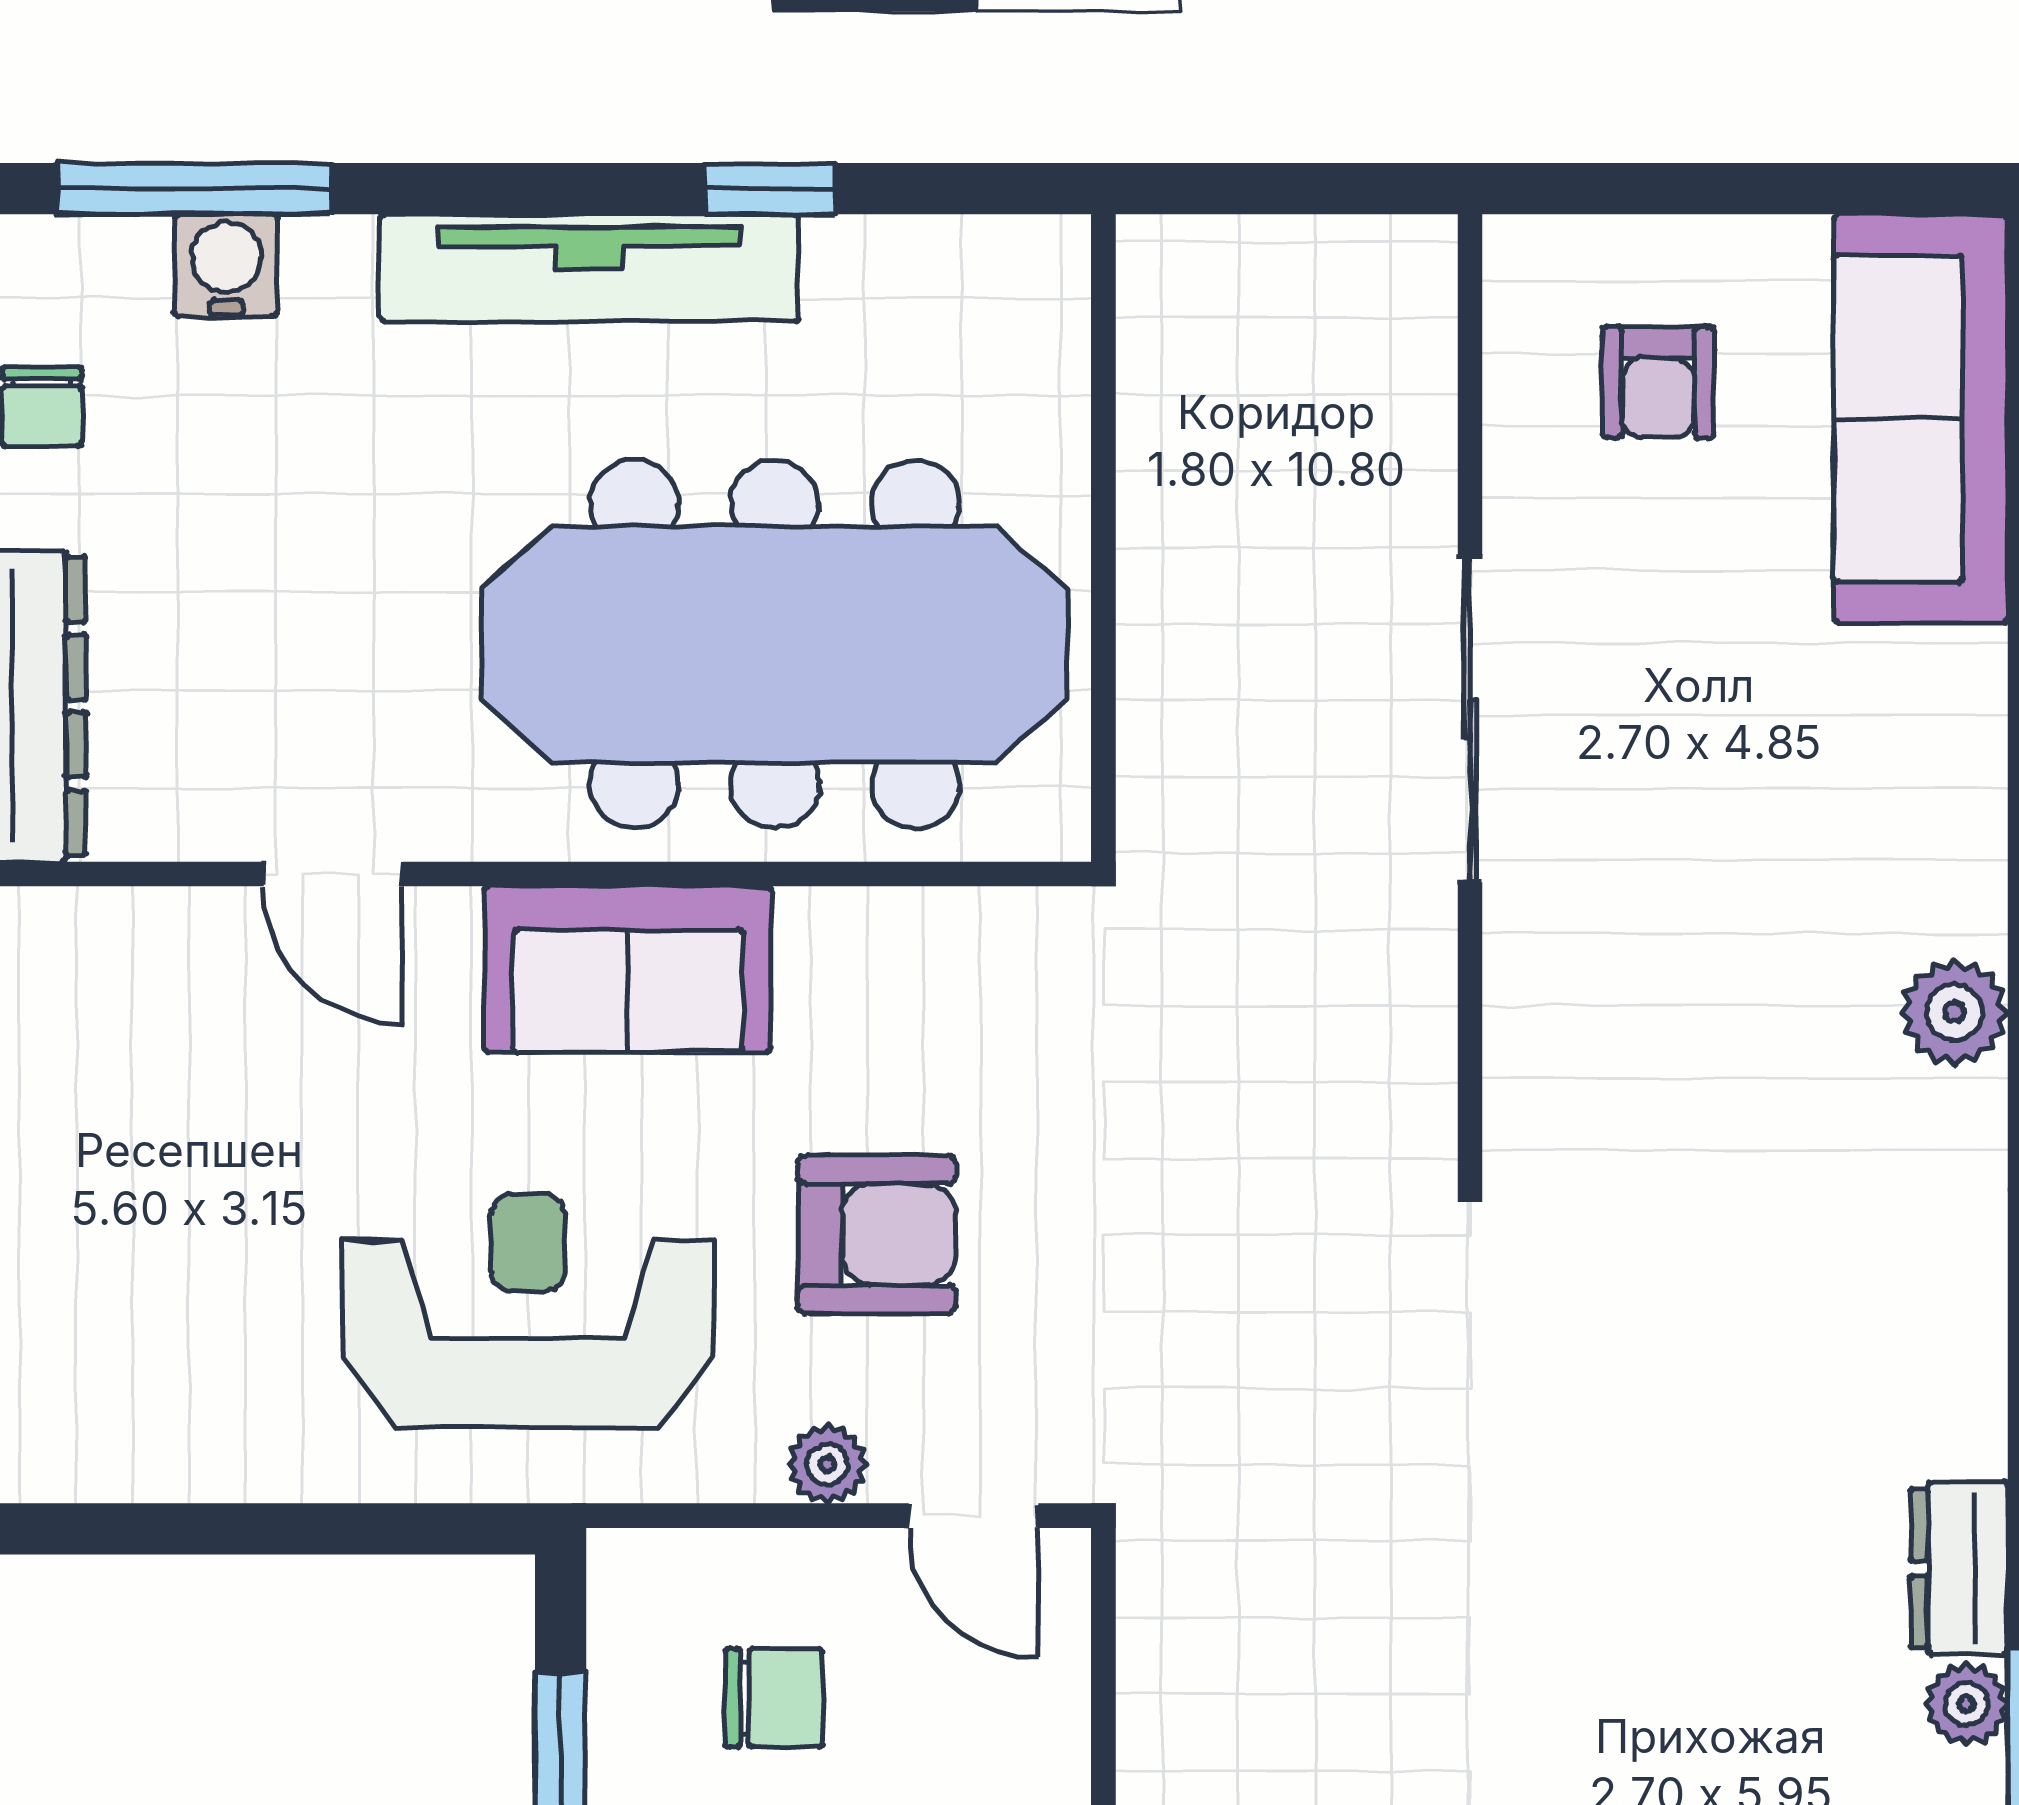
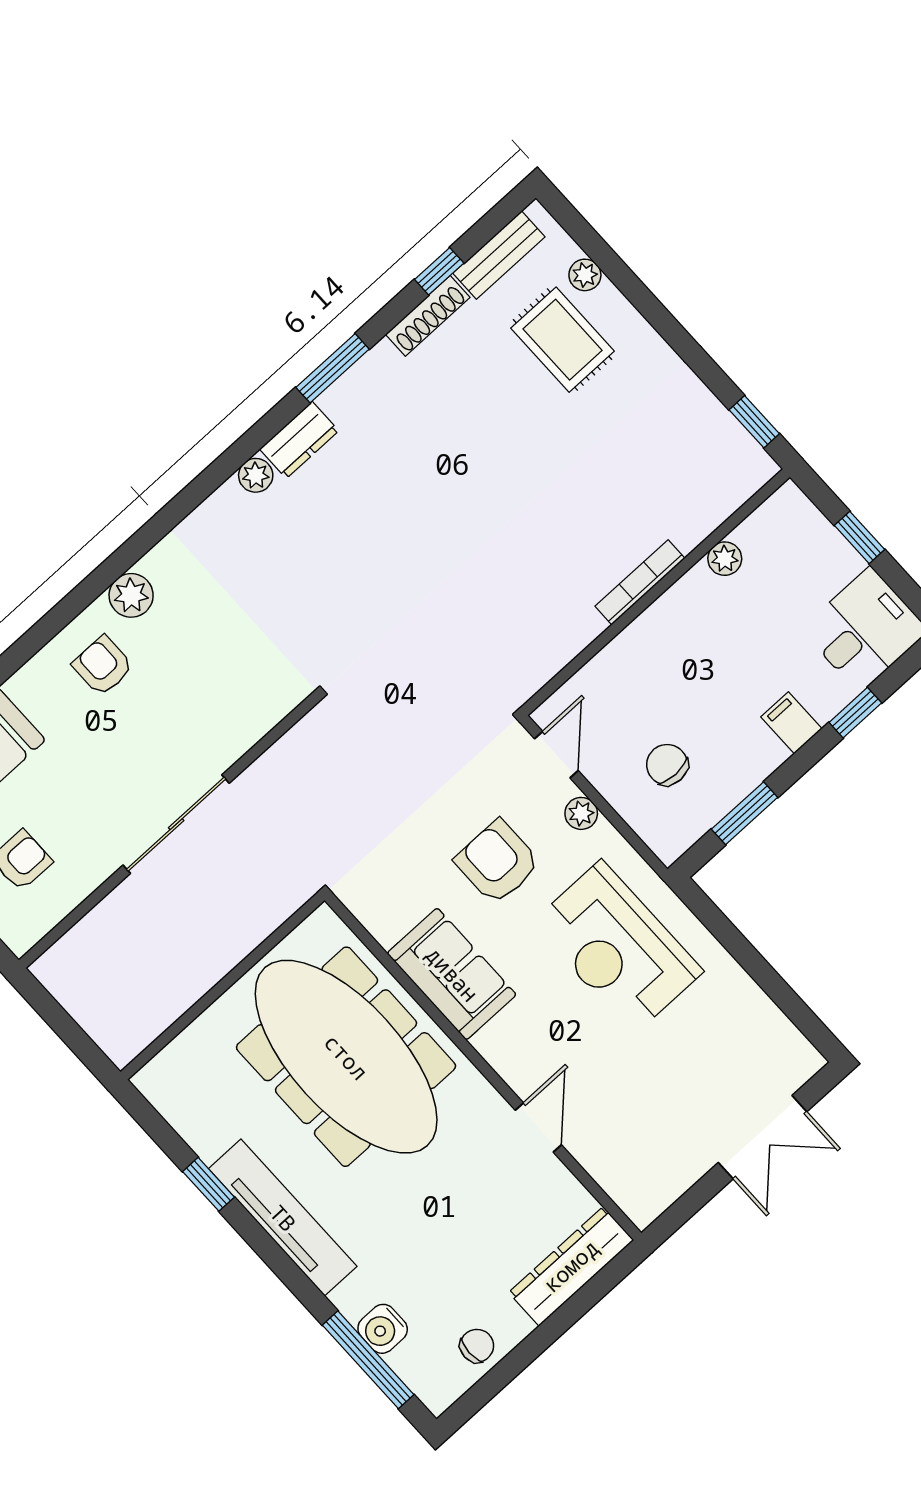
armchair: (1874, 846) -> (103, 666), added
sofa: (628, 969) -> (452, 974), moved
plant: (1967, 1704) -> (256, 475), moved

